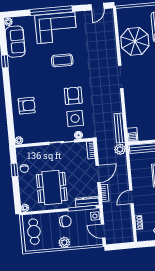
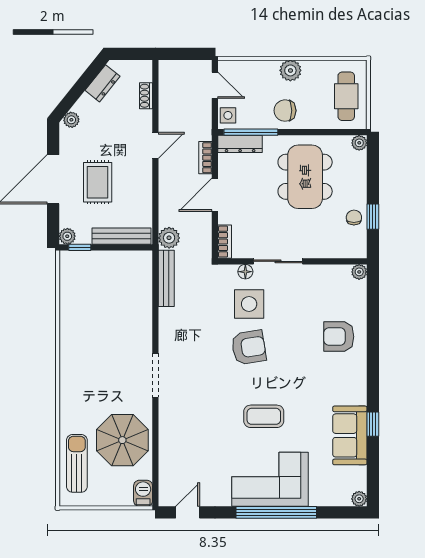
sofa: (15, 42) -> (350, 435), moved
armchair: (73, 96) -> (249, 347), turned -99
barbecue: (132, 135) -> (143, 493), moved

